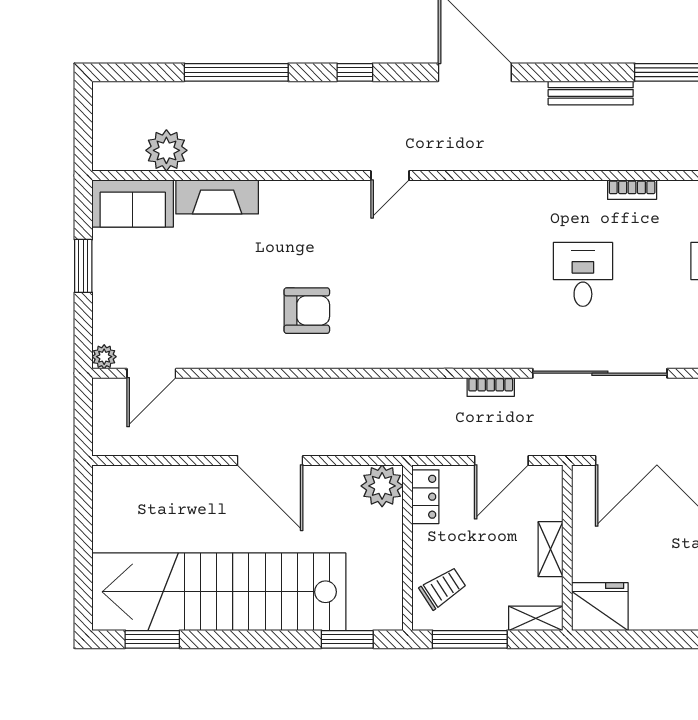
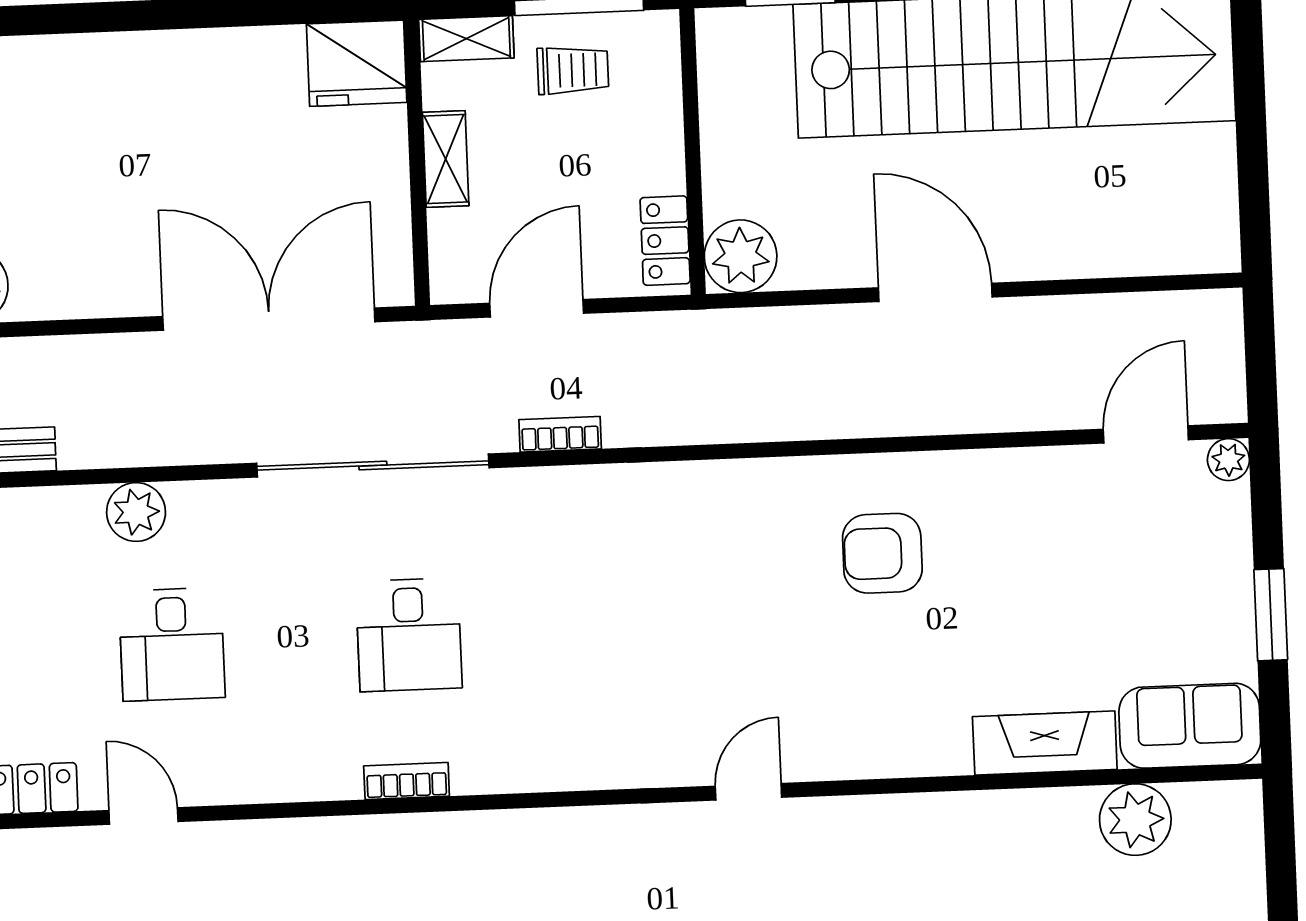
bookcase: (632, 190) -> (407, 781), moved
trolley: (443, 588) -> (573, 70), moved, turned -147

